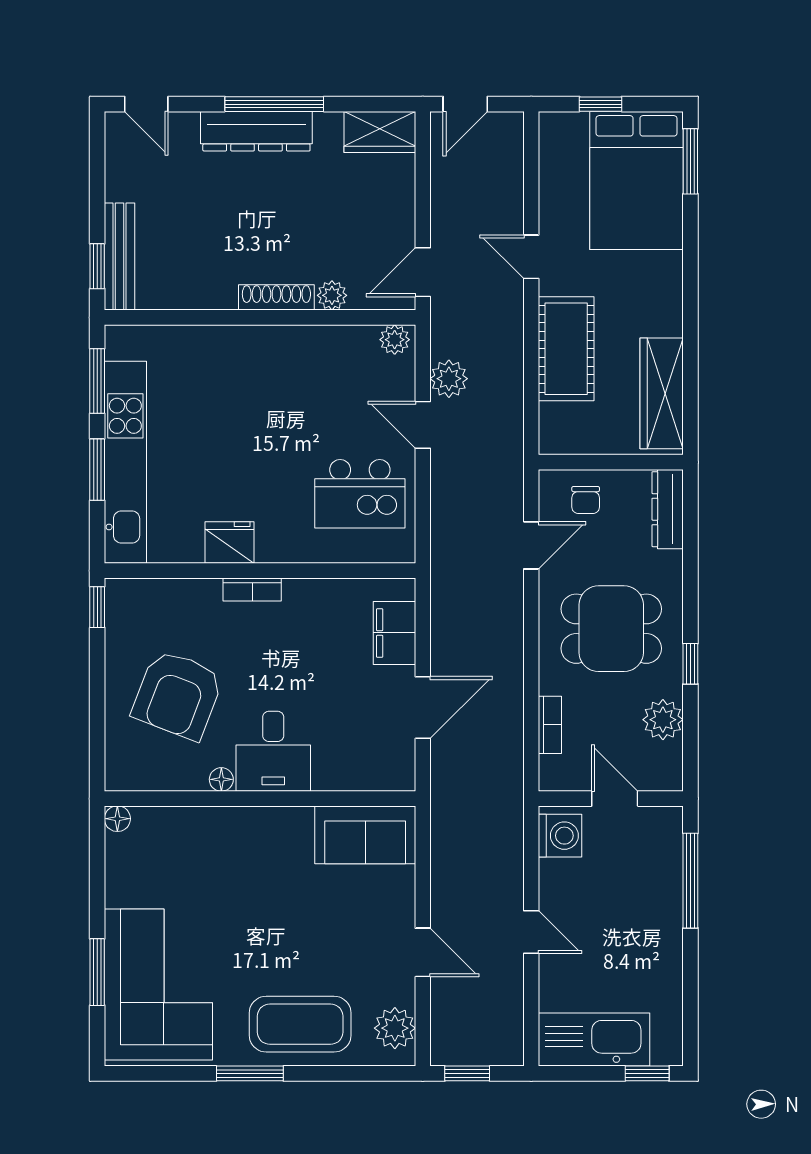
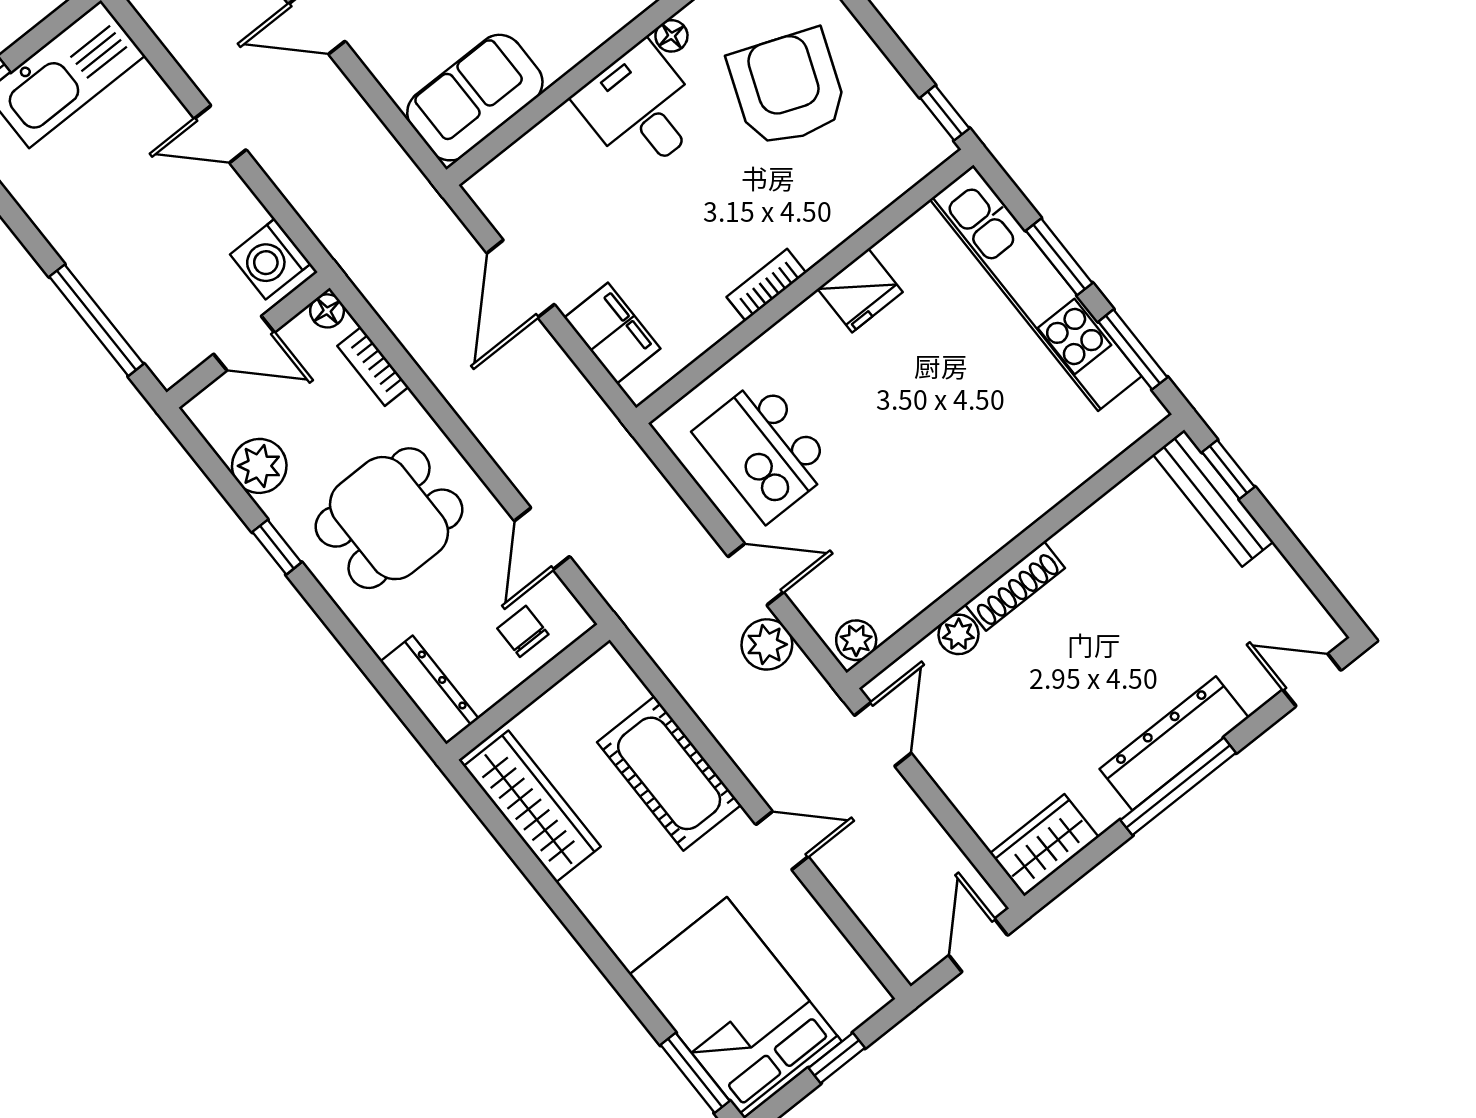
kitchen island: (360, 494) -> (764, 450), turned -90
bookcase: (252, 589) -> (766, 285), moved
floor lamp: (551, 779) -> (327, 311), added

